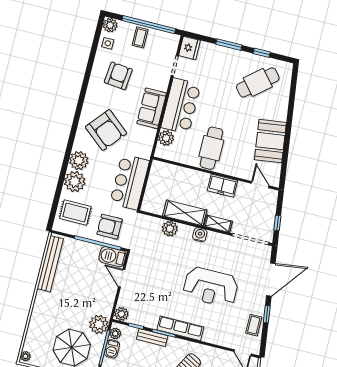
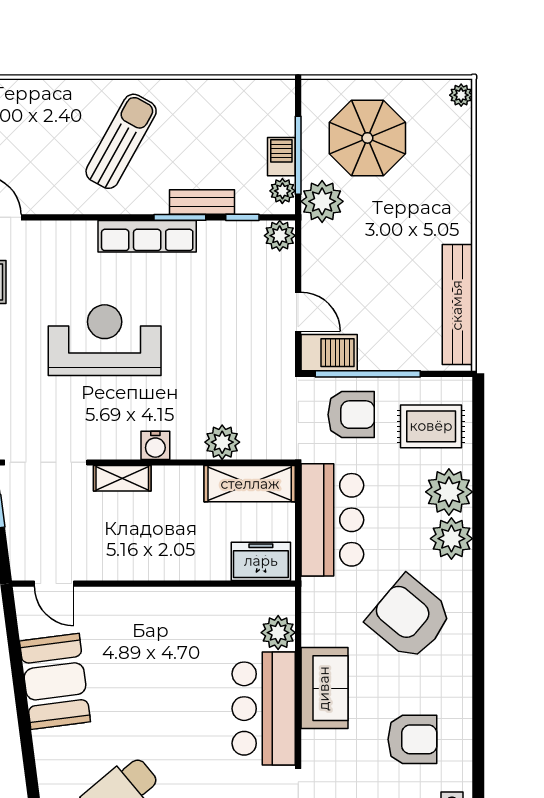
armchair: (118, 76) -> (412, 739), turned -96
cafe table: (211, 148) -> (176, 635), removed
freezer: (222, 186) -> (261, 561), moved
shelving: (185, 213) -> (250, 484), moved

